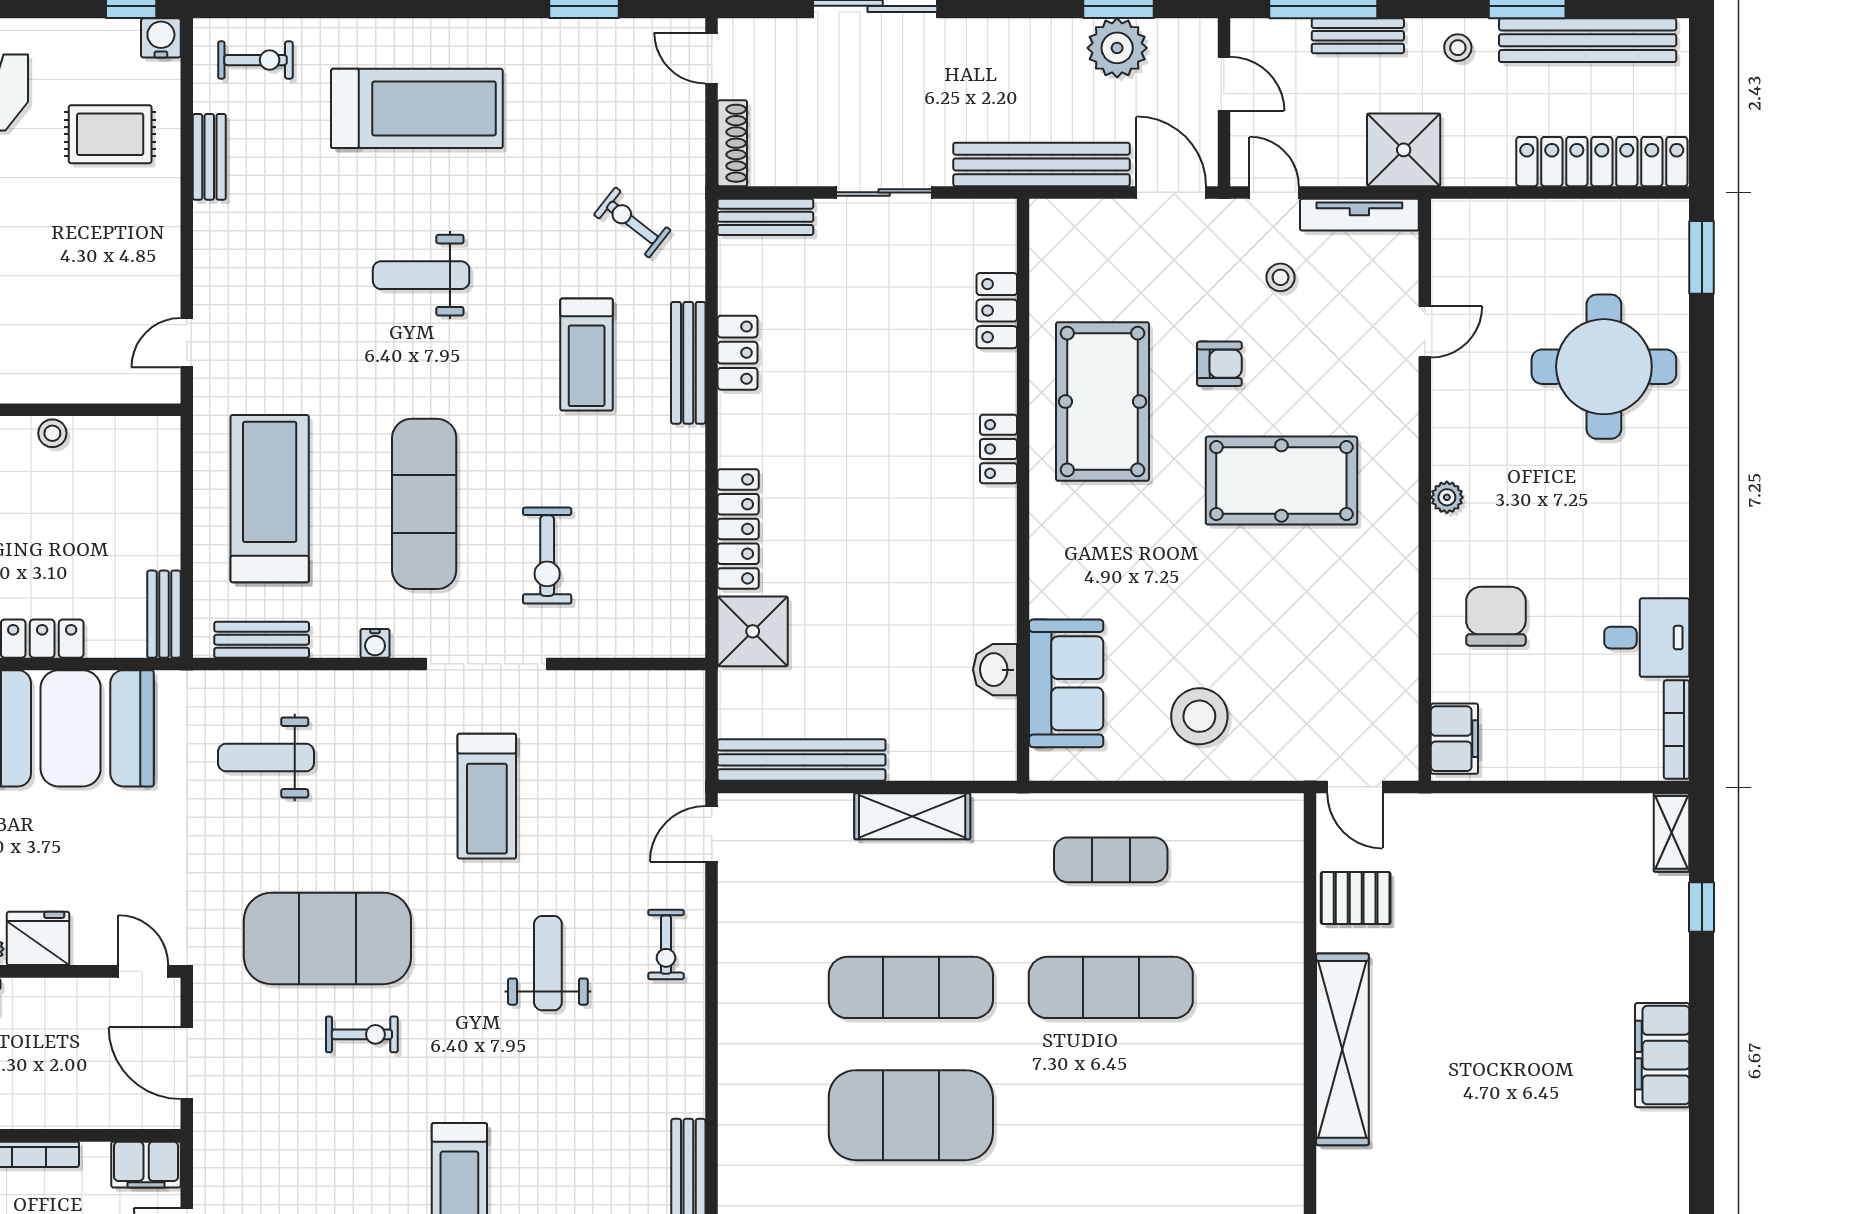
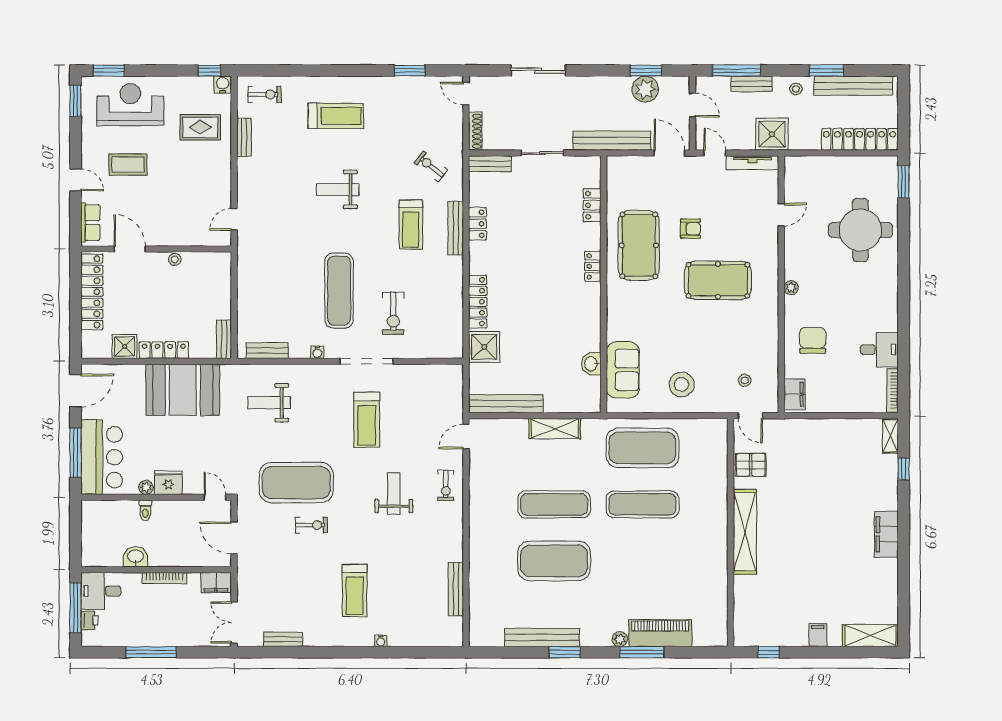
treadmill: (417, 108) -> (336, 116), width x0.73, depth x0.73
stool: (1280, 277) -> (745, 380), moved
treadmill: (270, 499) -> (271, 288), removed
exercise mat: (1111, 860) -> (642, 448), width x2.00, depth x1.45

